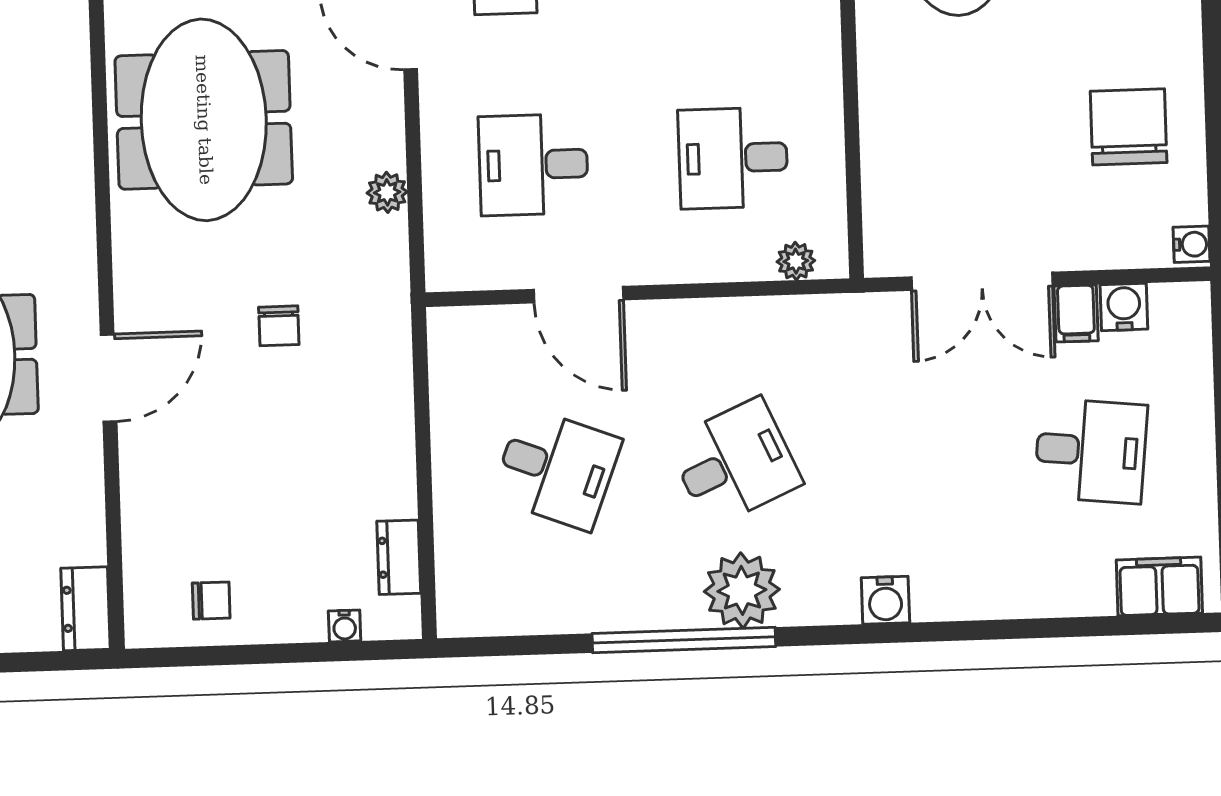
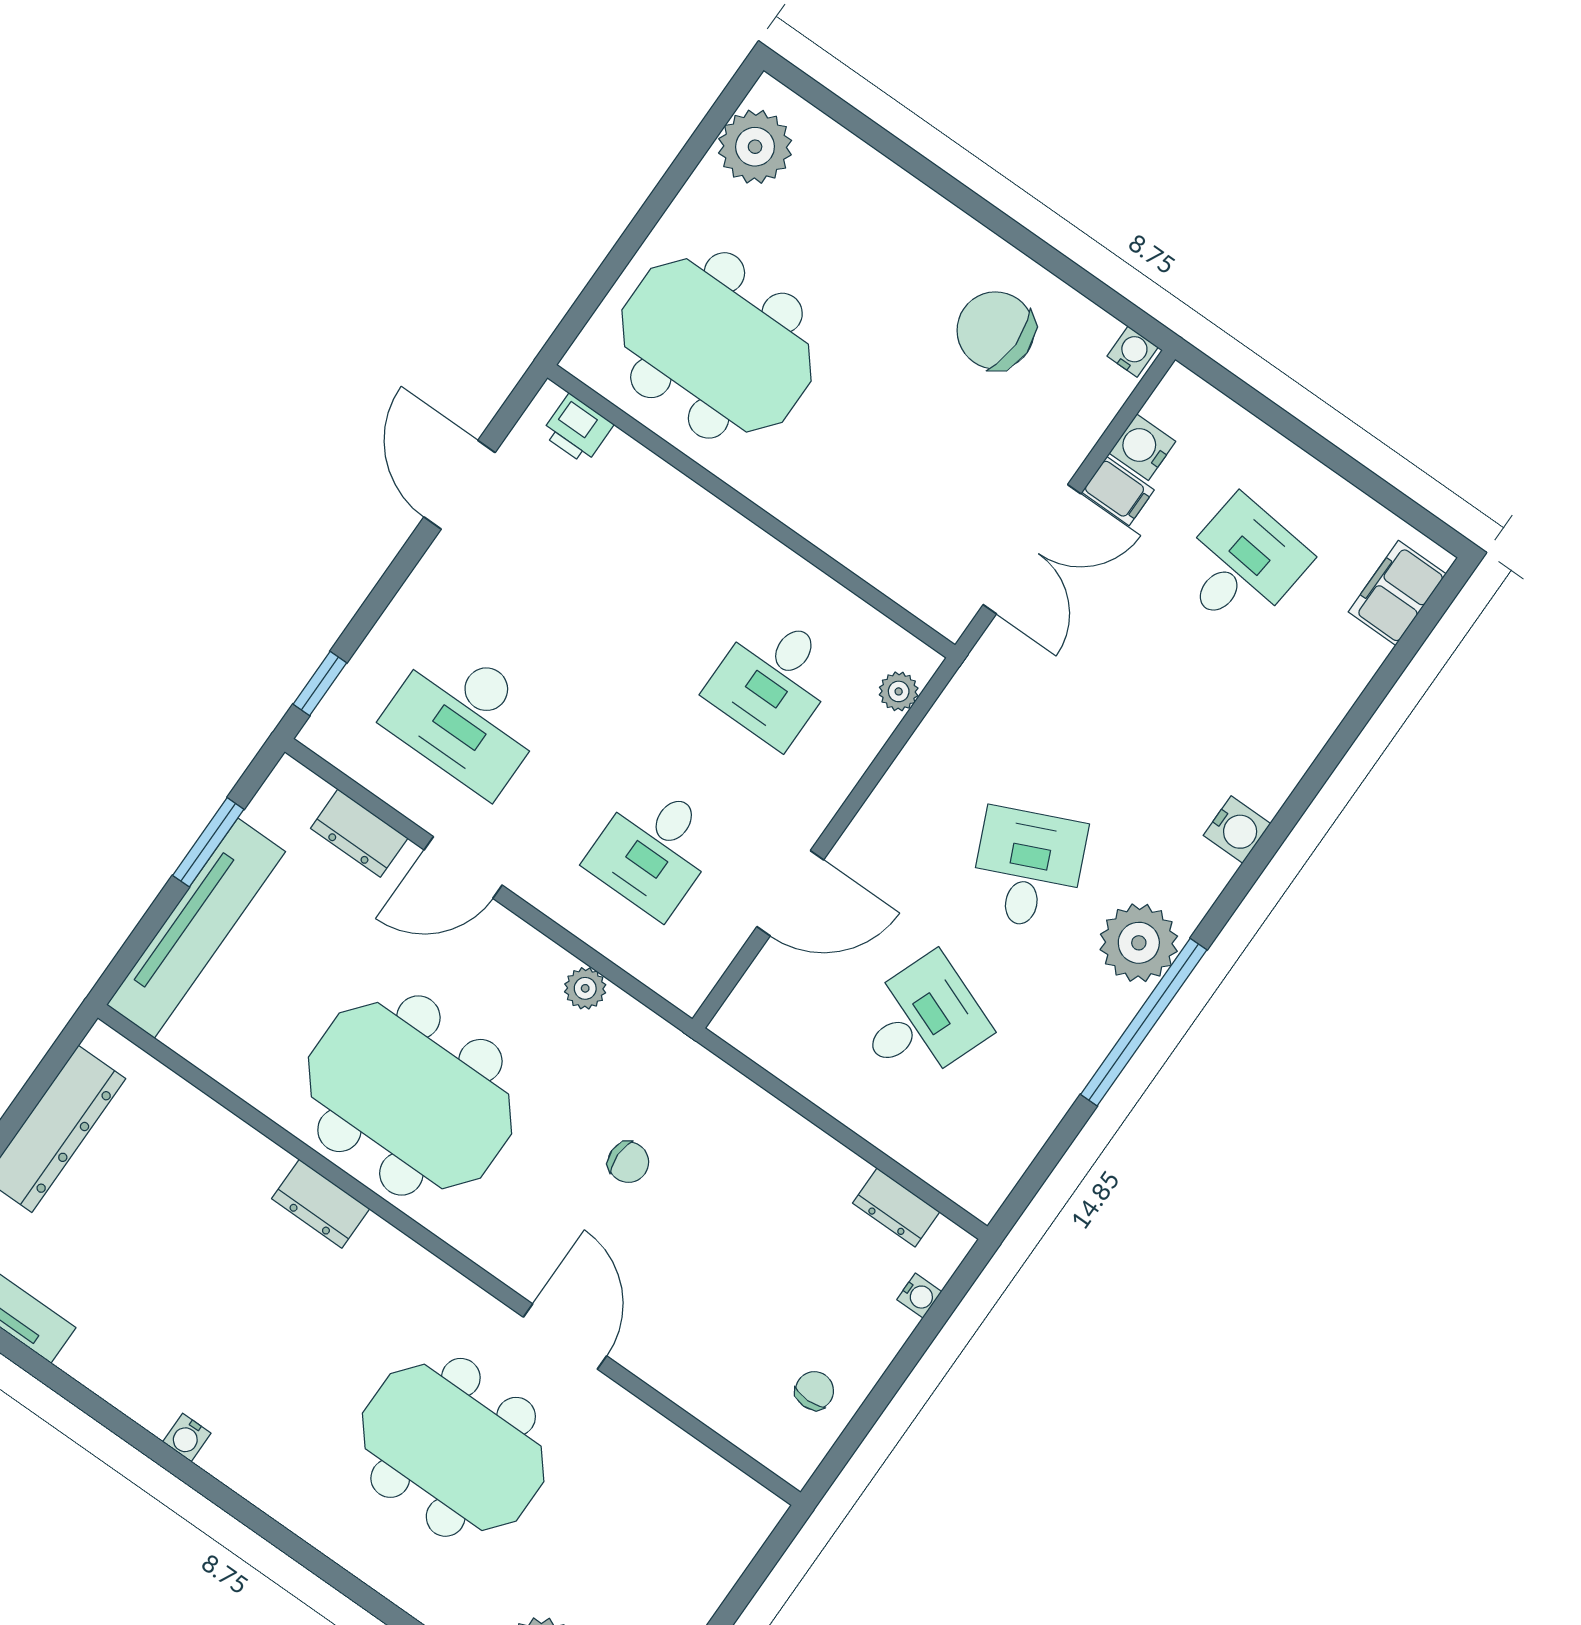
dresser: (86, 609) -> (321, 1204), moved

